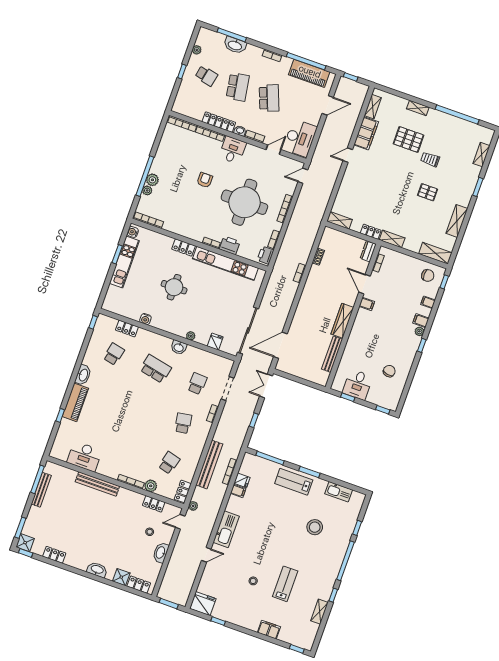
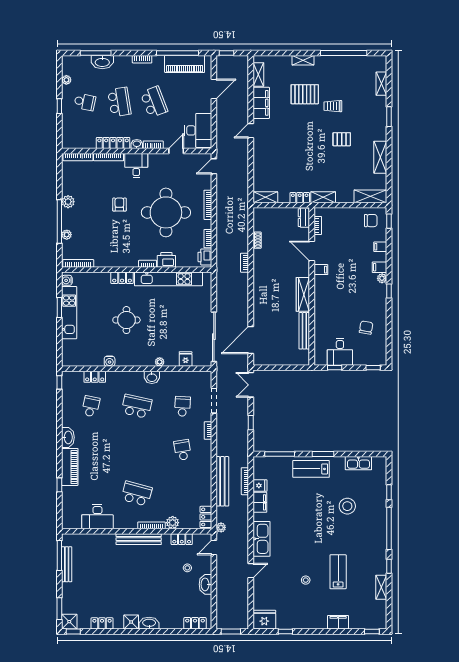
plant: (152, 180) -> (68, 202), moved
school desk: (169, 463) -> (137, 494), moved, width x1.85
bench: (97, 484) -> (139, 539), moved
filing cabinet: (238, 491) -> (260, 502), width x2.00
shower: (121, 577) -> (131, 622), moved

